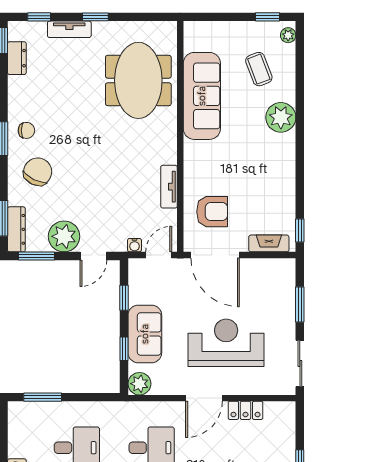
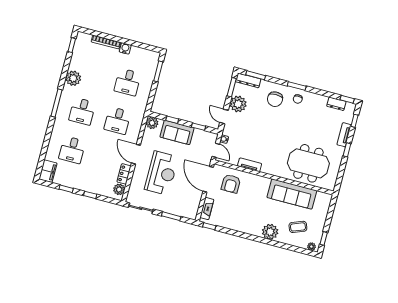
chair: (38, 172) -> (275, 99), turned 64
door: (215, 255) -> (208, 179), hinge flipped
plant: (276, 412) -> (119, 189), added

